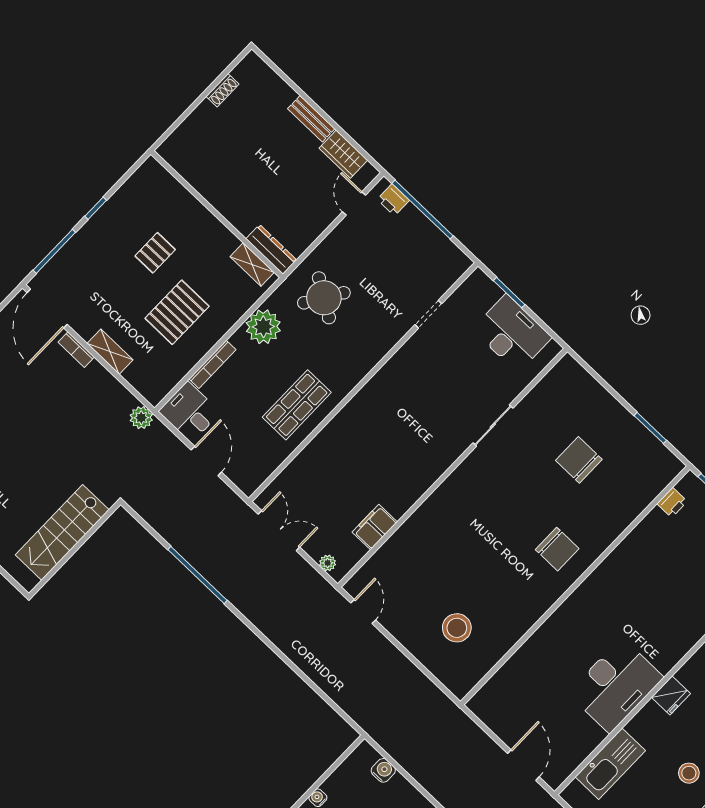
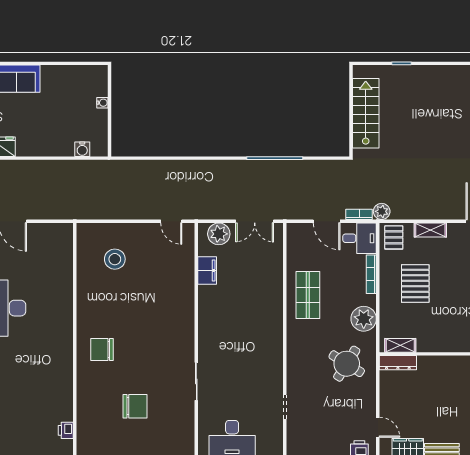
pallet: (155, 253) -> (394, 237), moved
bookcase: (76, 350) -> (359, 214), moved
plant: (328, 563) -> (219, 234), width x1.87, depth x1.87

